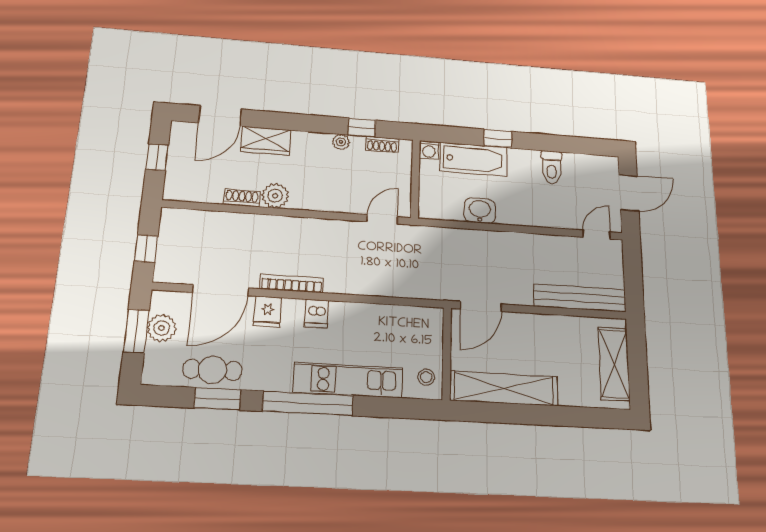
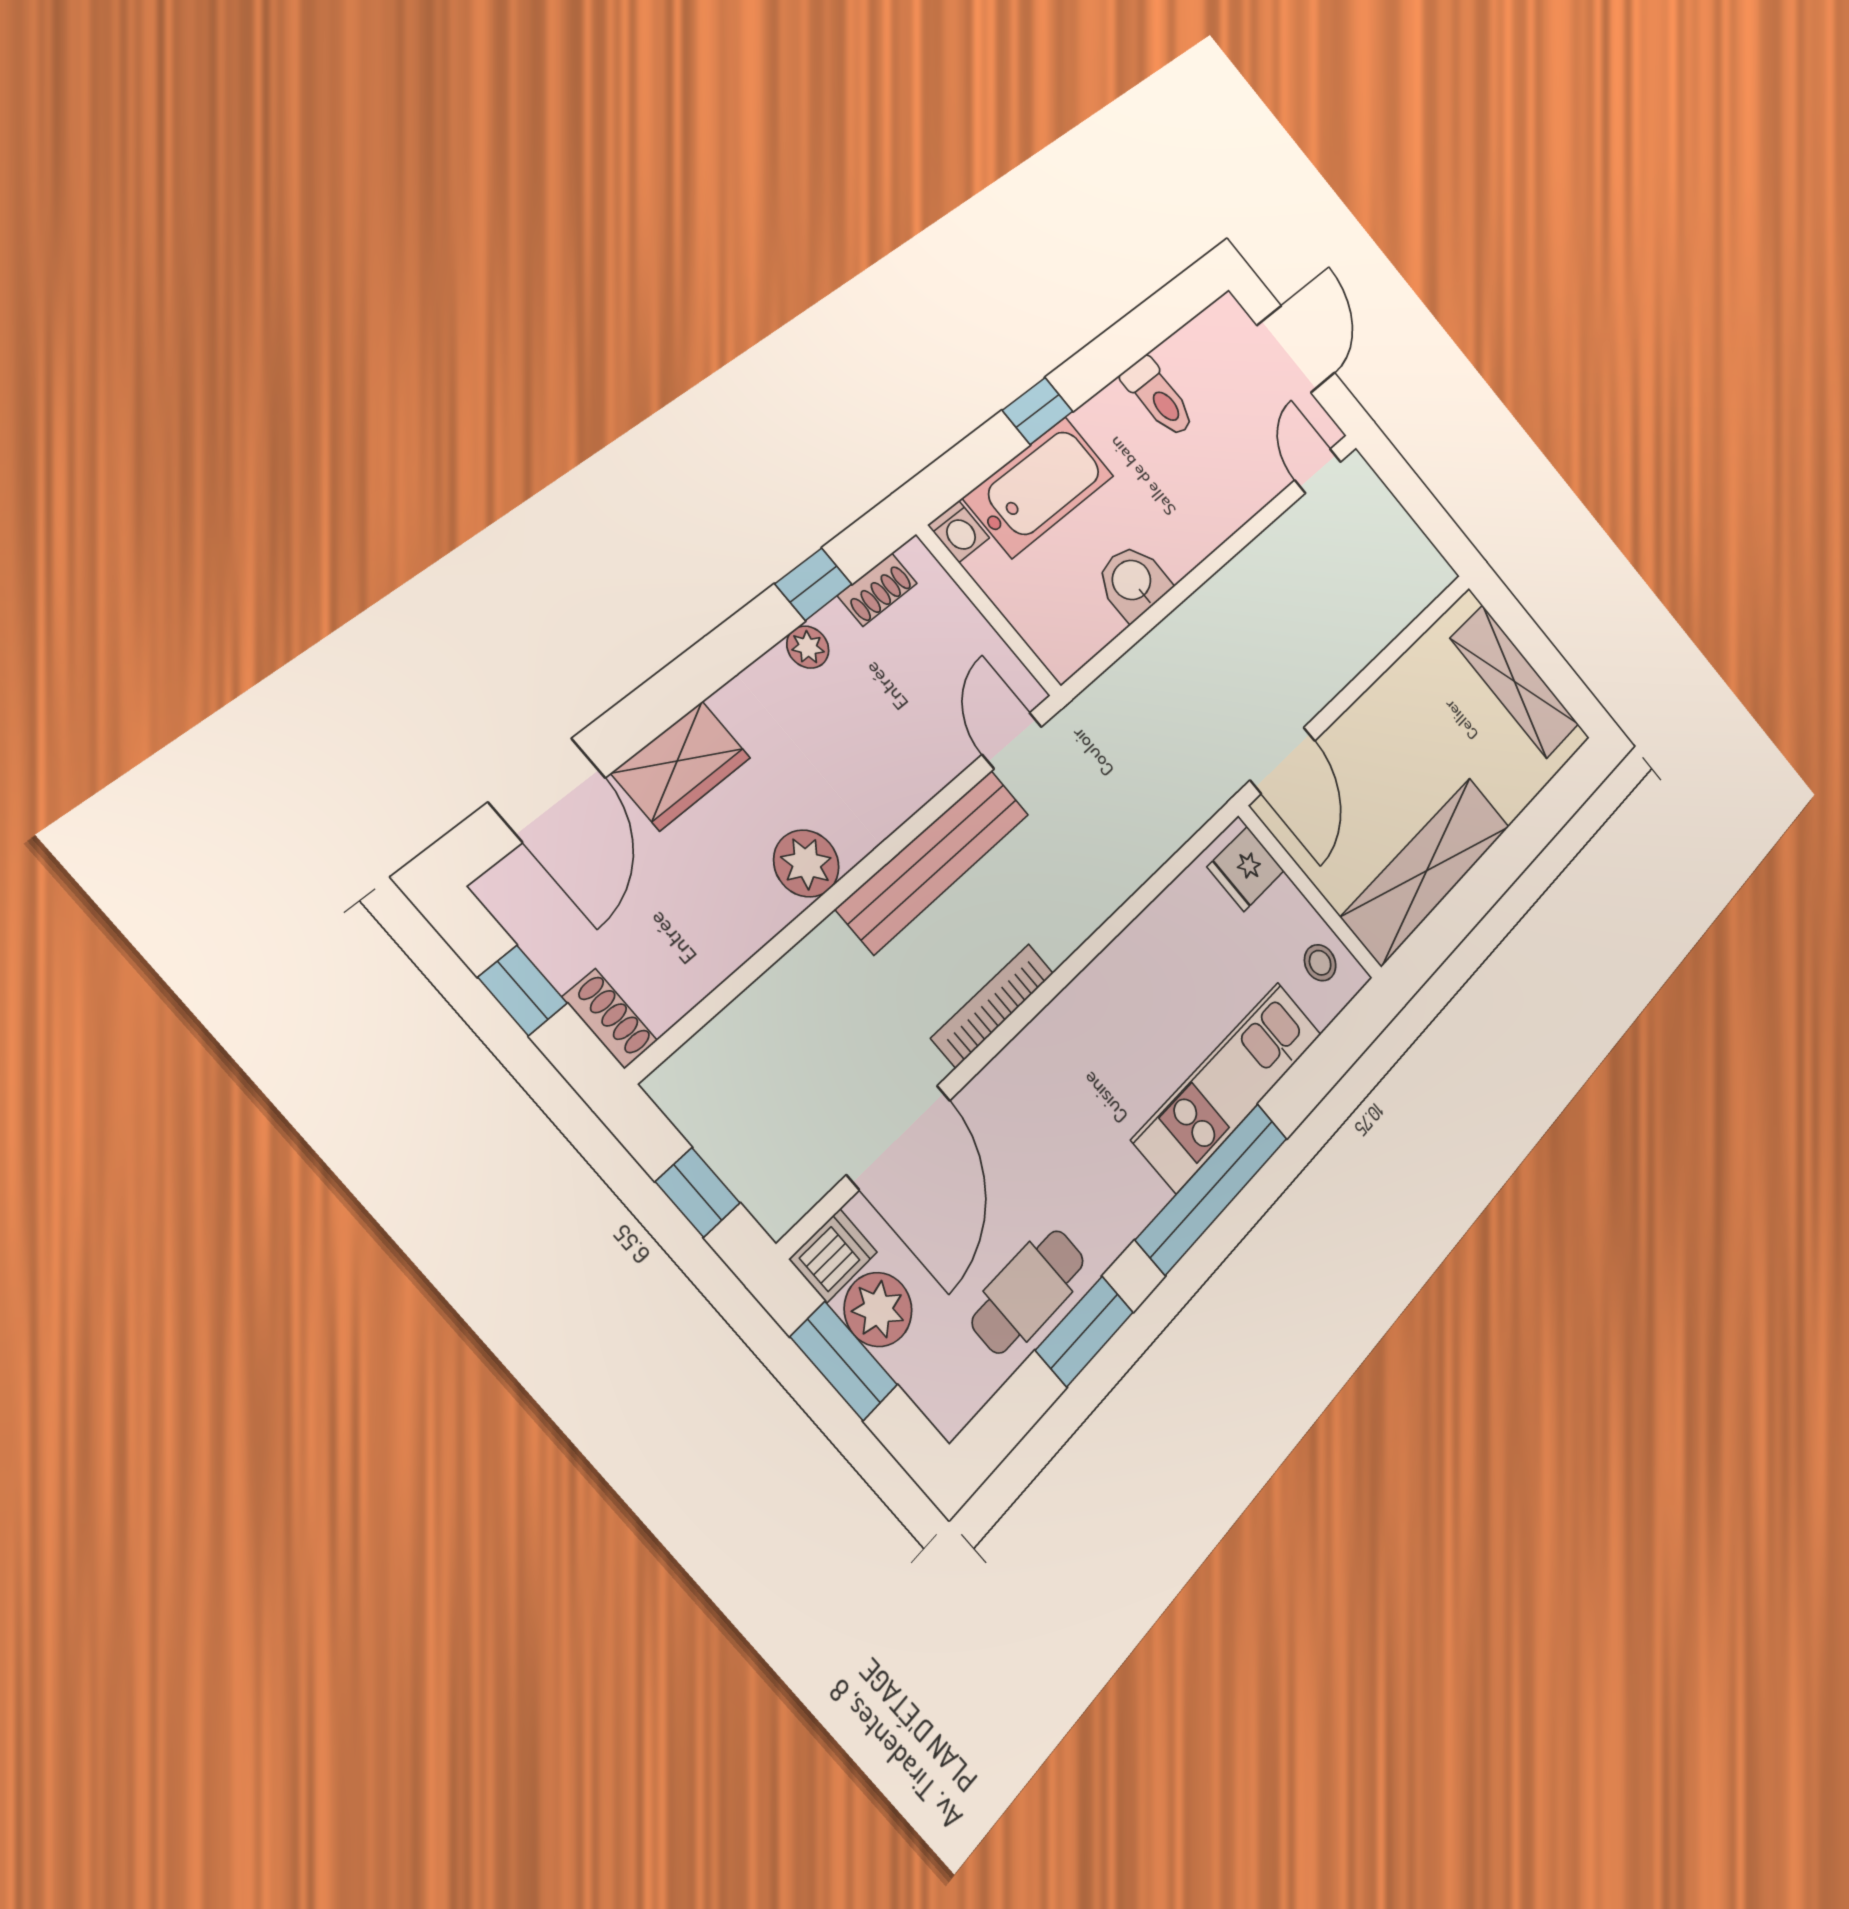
shoe rack: (242, 198) -> (610, 1019), moved, turned 90
bench: (580, 298) -> (934, 861), moved
fridge: (268, 312) -> (1246, 869), moved, turned 90
dishwasher: (317, 314) -> (833, 1255), moved, turned -90

